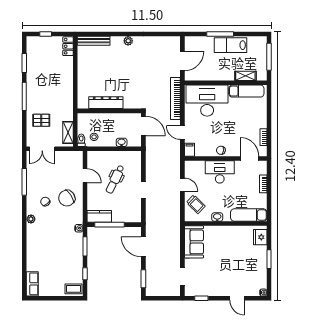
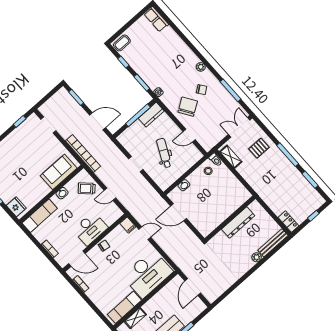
plant: (128, 41) -> (257, 257), moved
bookcase: (175, 99) -> (83, 154), moved
dresser: (106, 103) -> (238, 222), moved
wall: (109, 111) -> (230, 219), moved
sofa: (194, 242) -> (59, 172), moved, turned 90

